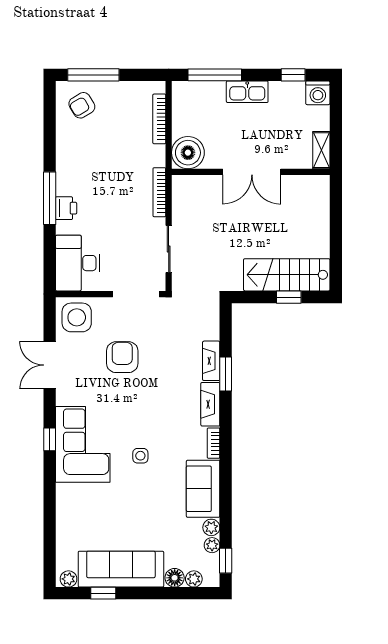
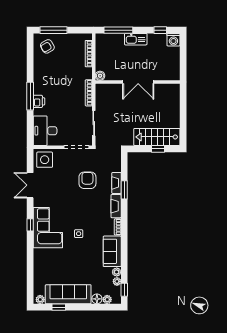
shelving: (321, 150) -> (175, 70), removed
boiler: (188, 153) -> (100, 76), width x0.54, depth x0.54
armchair: (122, 357) -> (87, 180), moved

